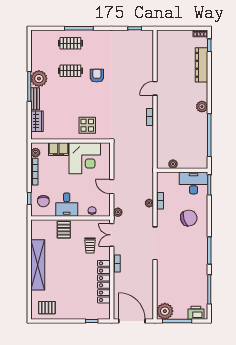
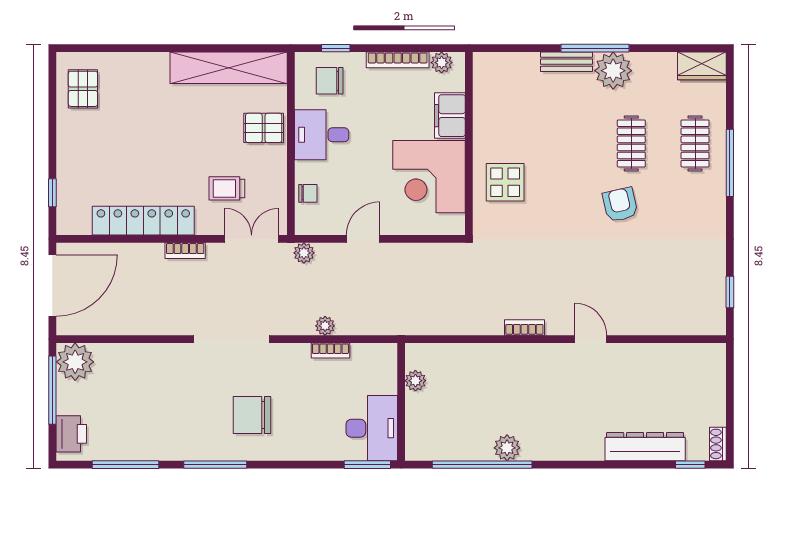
armchair: (97, 76) -> (620, 205), turned -103
plant: (202, 107) -> (507, 448), moved
wardrobe: (37, 121) -> (702, 66), moved
chair: (189, 218) -> (252, 415), moved, turned 108
shelving: (38, 265) -> (229, 68), moved

